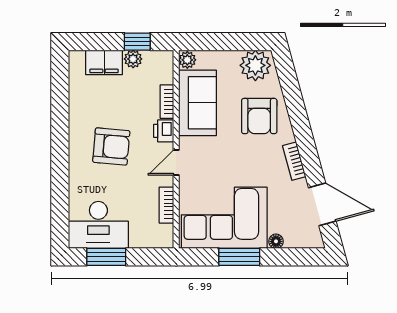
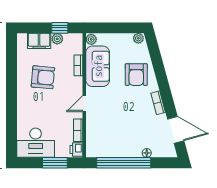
plant: (255, 65) -> (138, 38), width x0.53, depth x0.53
printer: (164, 131) -> (76, 149), moved
armchair: (111, 146) -> (43, 77), moved
corner sofa: (224, 218) -> (114, 138), removed
window: (106, 257) -> (55, 163), moved
window: (239, 257) -> (124, 163), width x2.11

